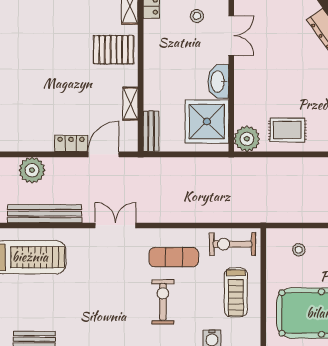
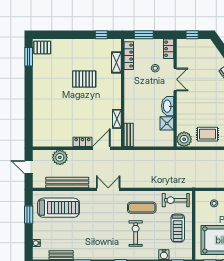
pallet: (114, 50) -> (84, 79), moved
shower: (207, 122) -> (167, 123), width x0.54, depth x0.54

